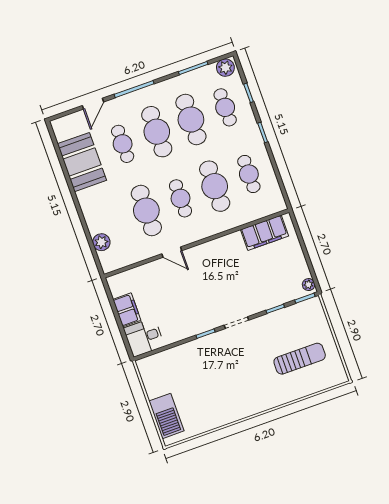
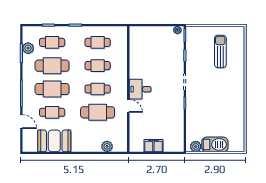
plant: (225, 68) -> (28, 48), moved
cafe table: (215, 186) -> (98, 66), width x0.73, depth x0.74
filing cabinet: (264, 233) -> (136, 46), removed
door: (172, 252) -> (128, 106), hinge flipped
desk: (144, 337) -> (140, 89), moved, turned 90
plant: (147, 372) -> (196, 146), added
barbecue: (166, 416) -> (215, 144), moved

